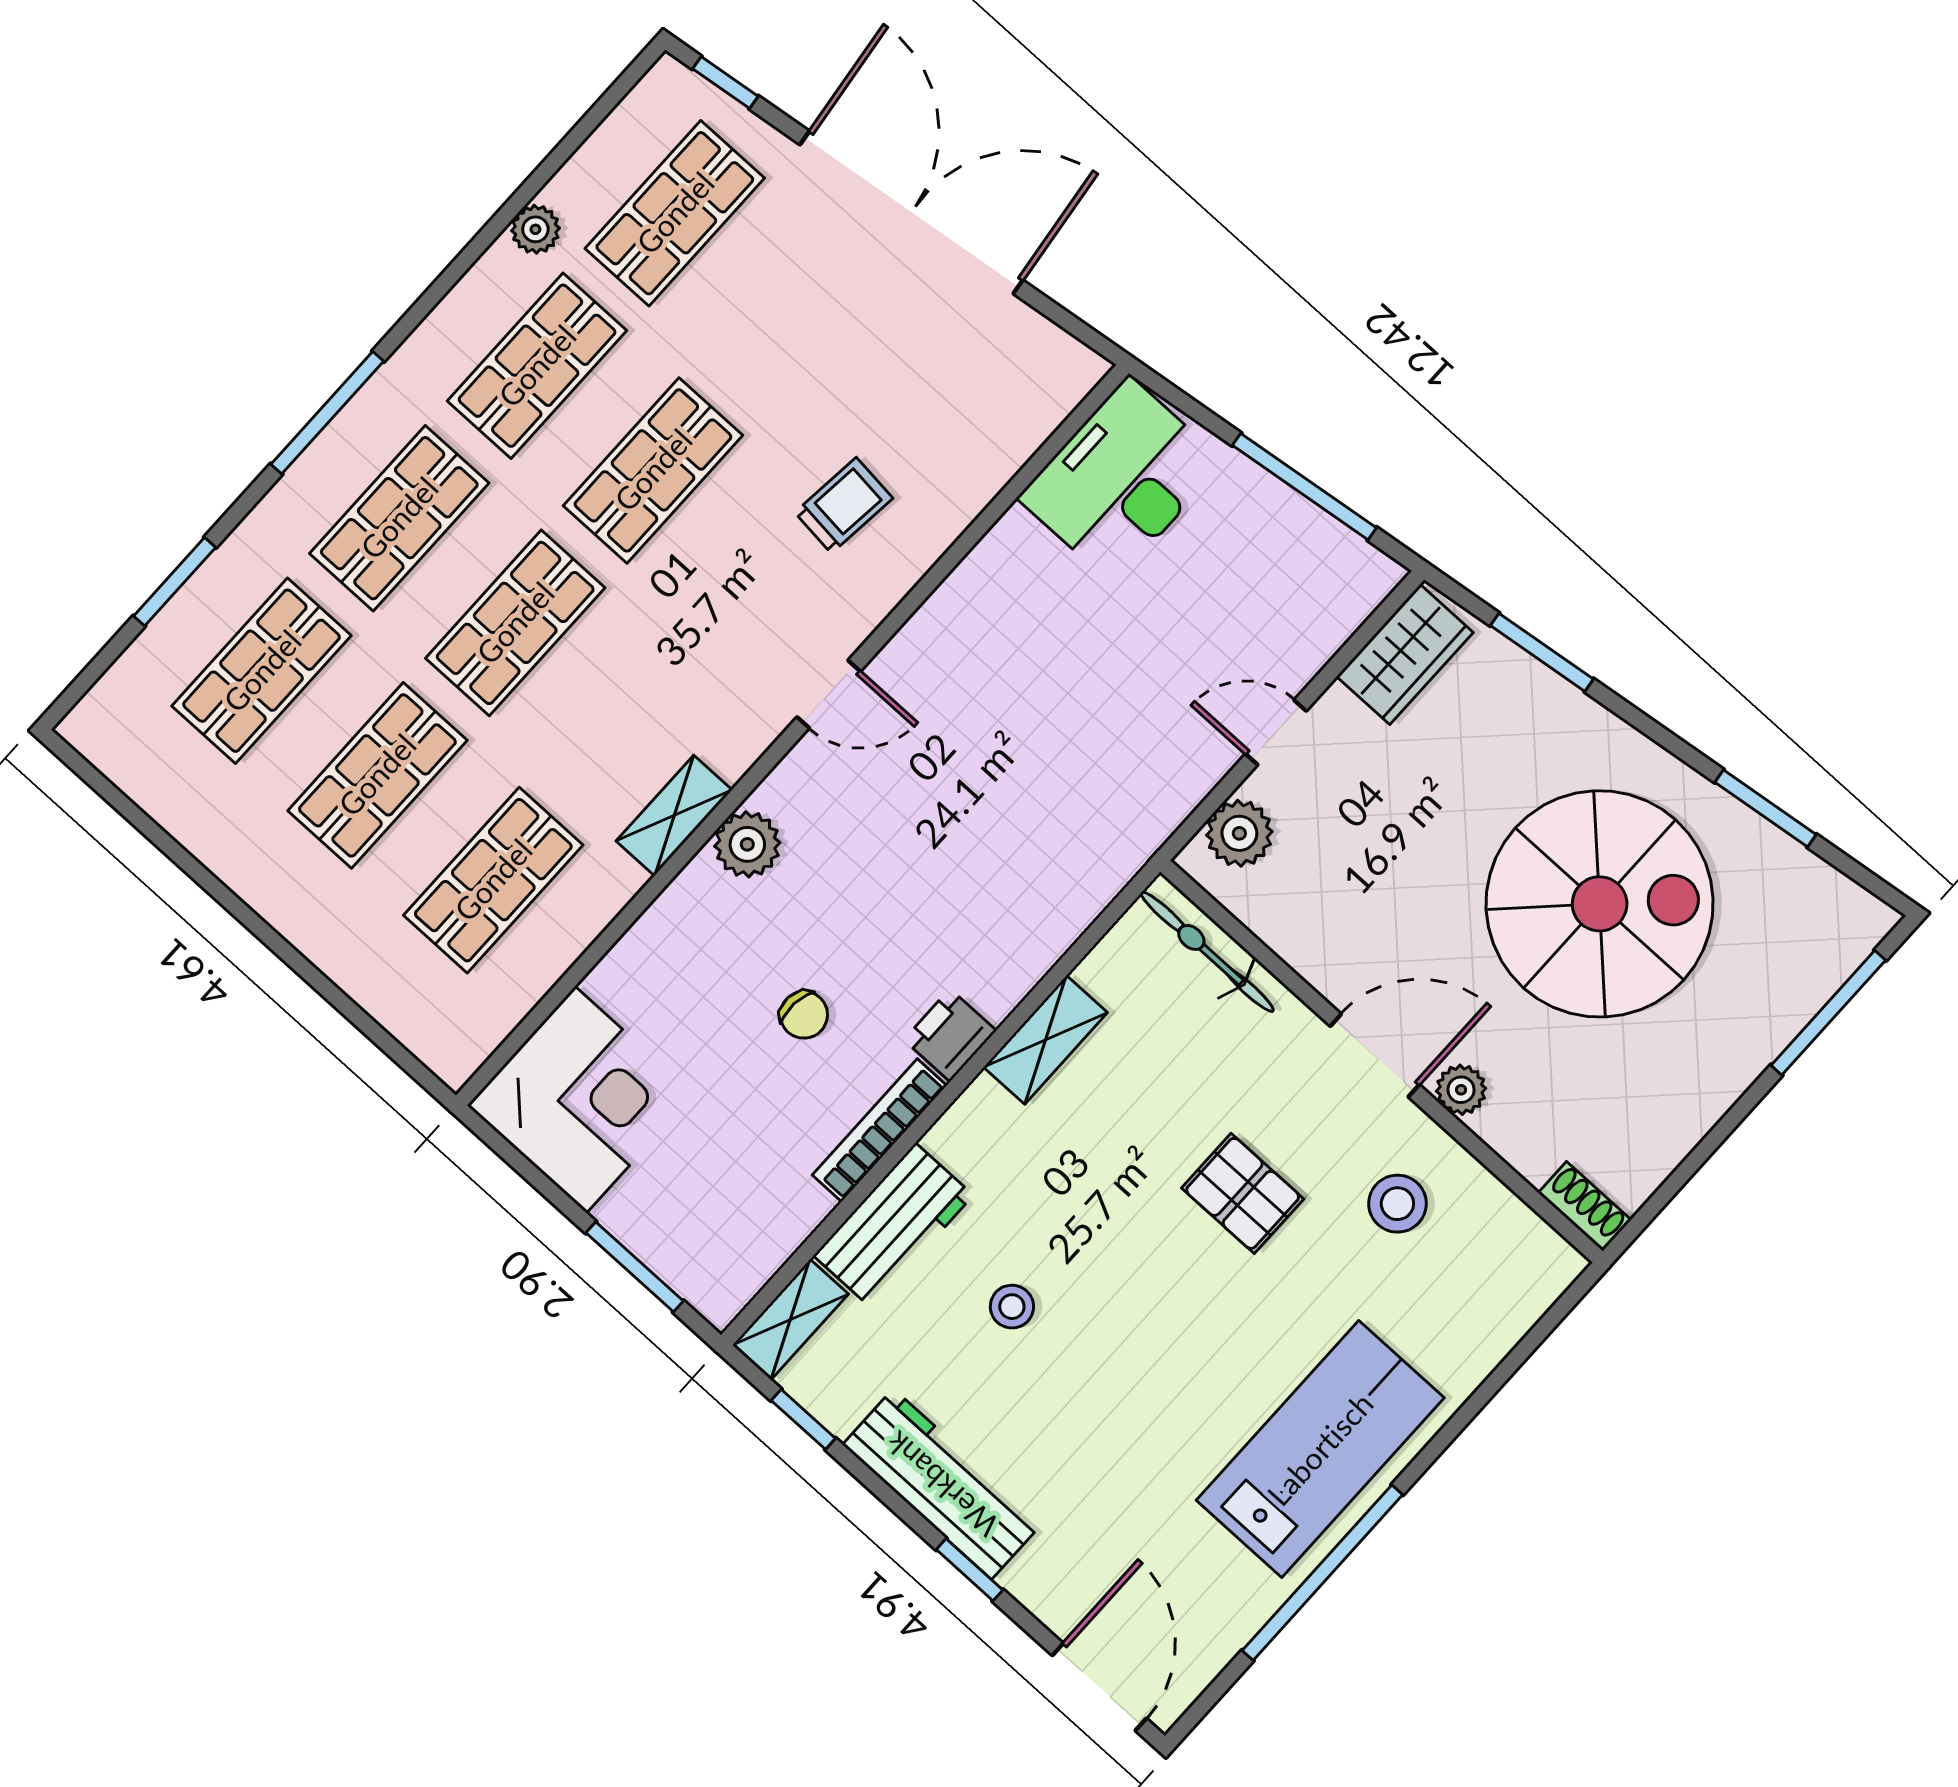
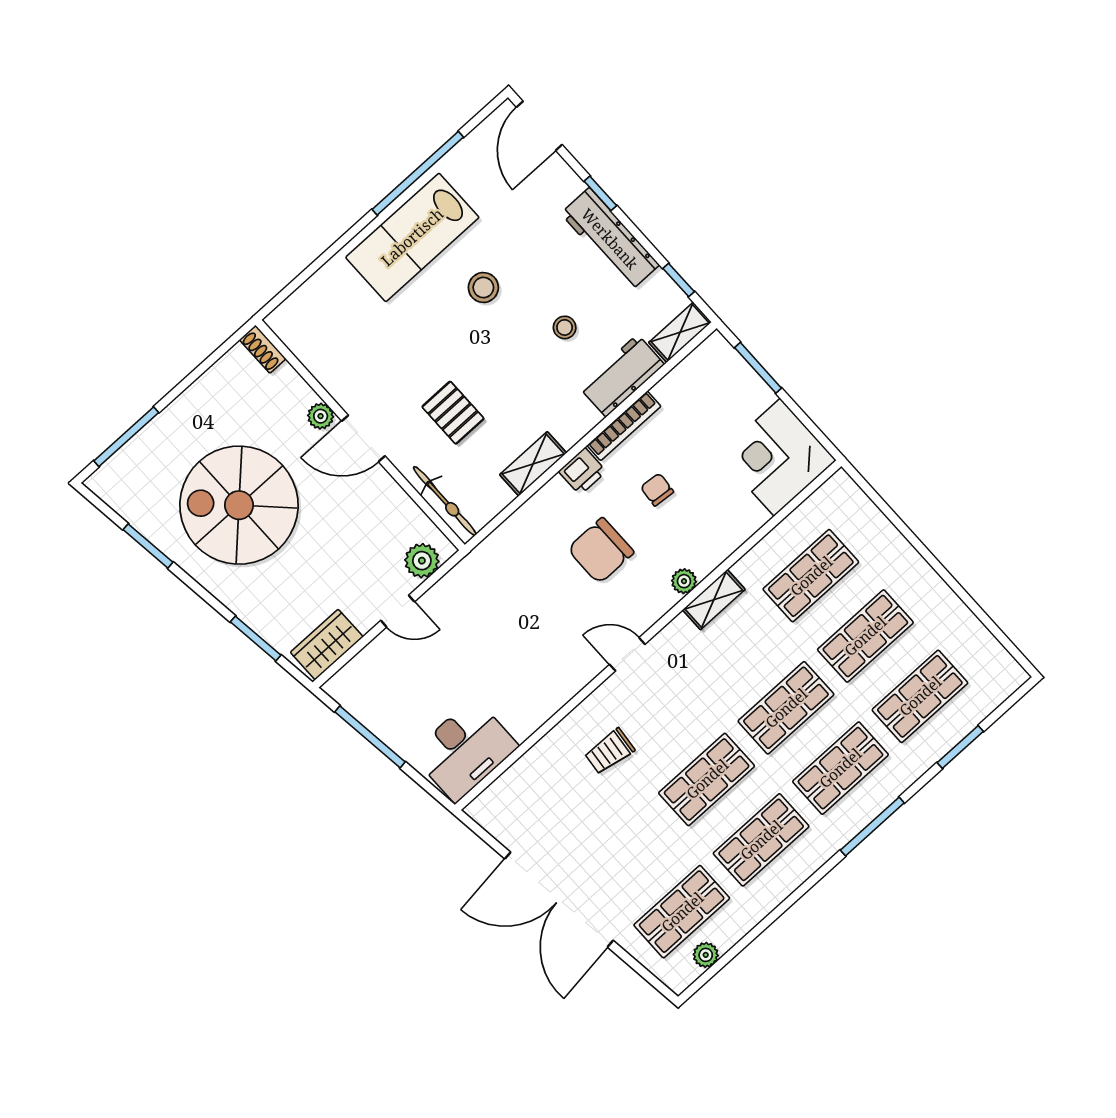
window: (725, 82) -> (649, 977), removed
plant: (535, 229) -> (706, 955), moved
plant: (747, 844) -> (684, 581), width x0.73, depth x0.73
chair: (900, 887) -> (601, 551), added
pallet: (1243, 1193) -> (453, 413), moved
stool: (1397, 1204) -> (483, 287), moved

